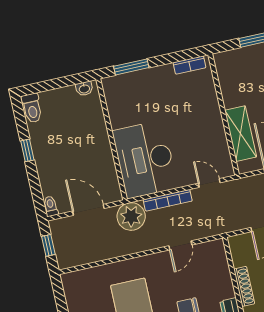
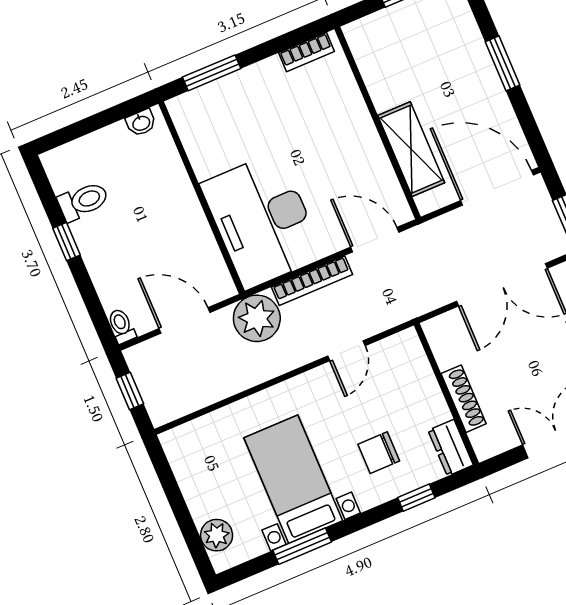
toilet: (32, 108) -> (83, 201), moved, turned -90
door: (209, 183) -> (375, 240), width x1.38

